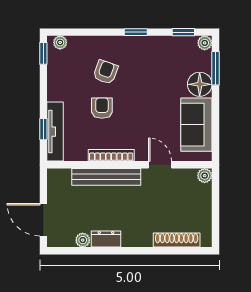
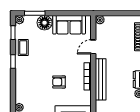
coffee table: (159, 49) -> (23, 47), added
armchair: (105, 72) -> (37, 80), removed

